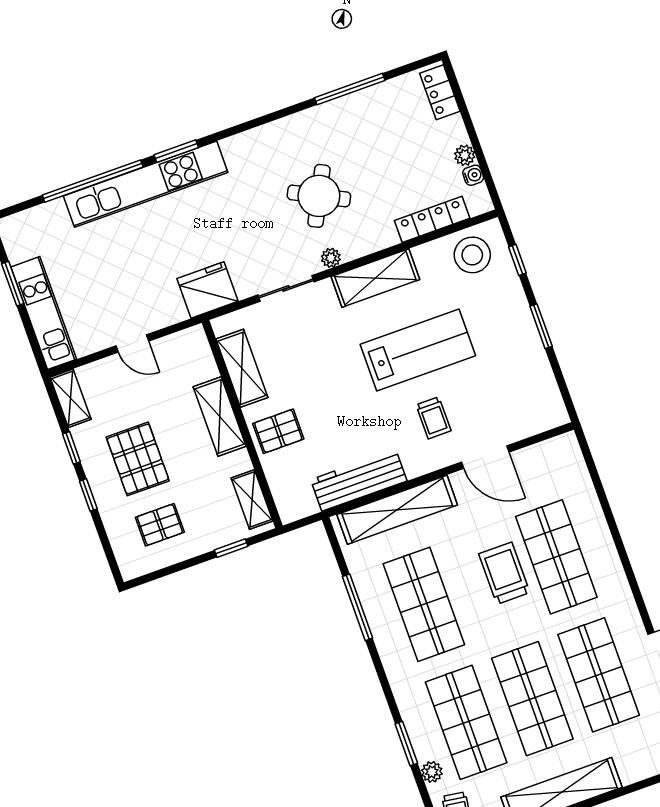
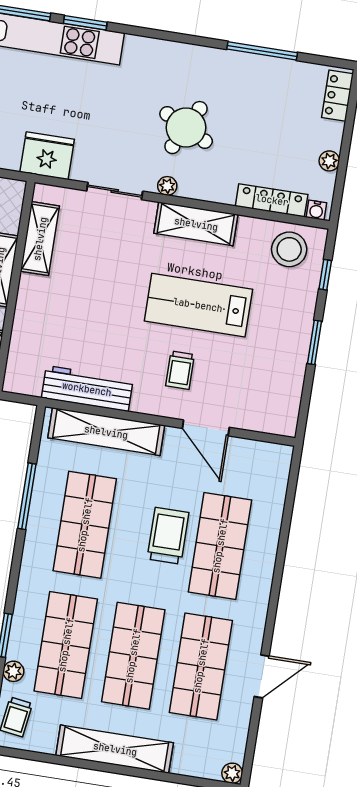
water cooler: (473, 175) -> (316, 210), moved, turned 90
lab bench: (418, 350) -> (198, 305), turned 180
pallet: (278, 431) -> (42, 309), removed

